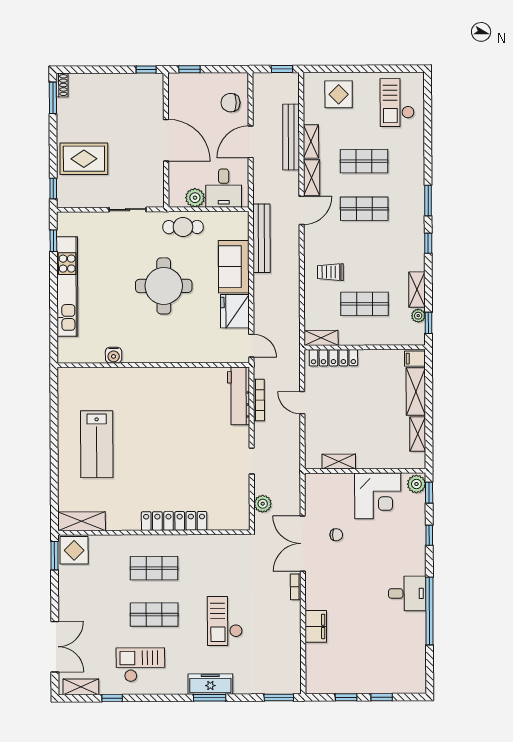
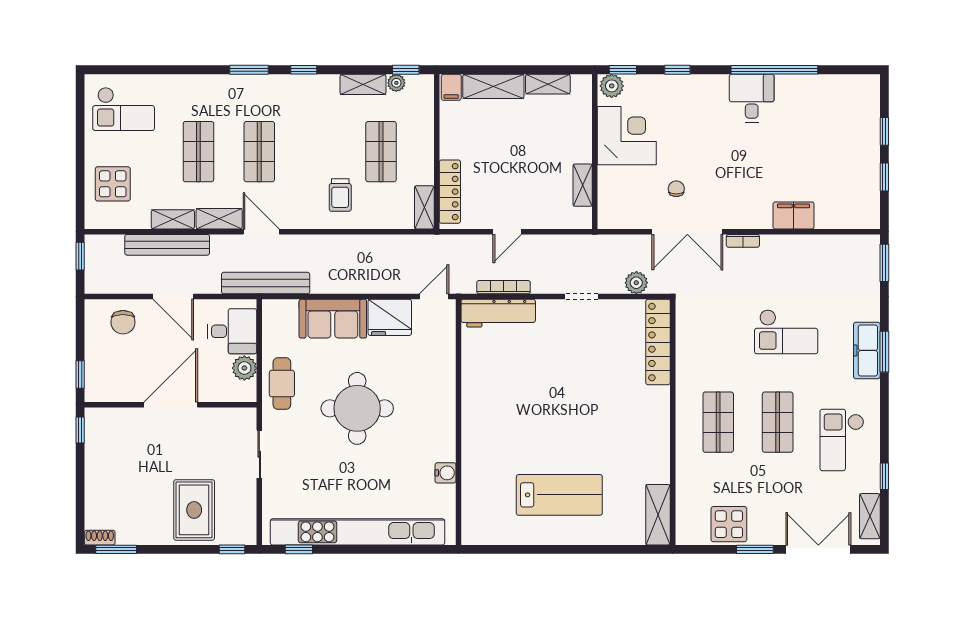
bench: (262, 238) -> (266, 283), moved
kitchen unit: (67, 287) -> (357, 532), width x1.36
locker: (174, 521) -> (658, 342), moved
display table: (74, 550) -> (729, 524), moved
window: (54, 556) -> (755, 549), moved

